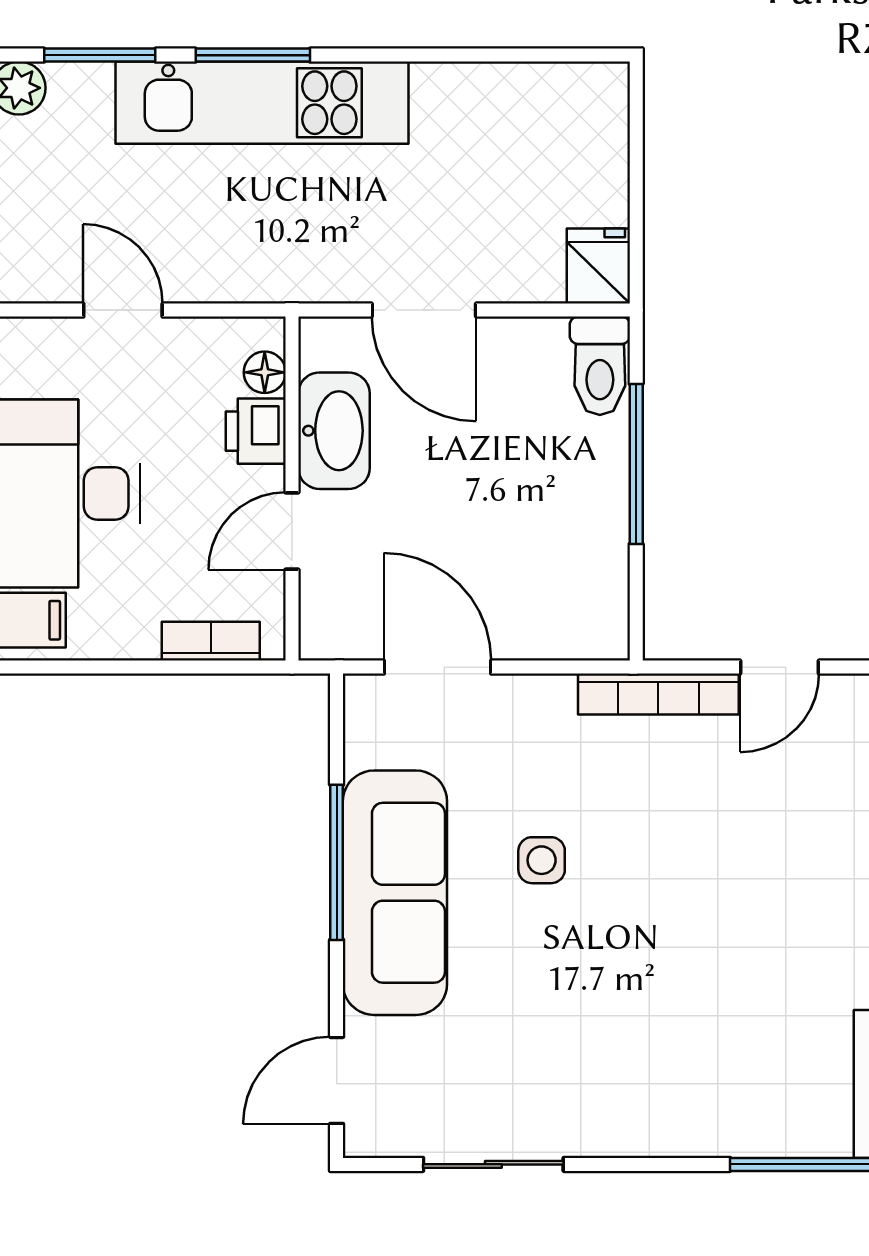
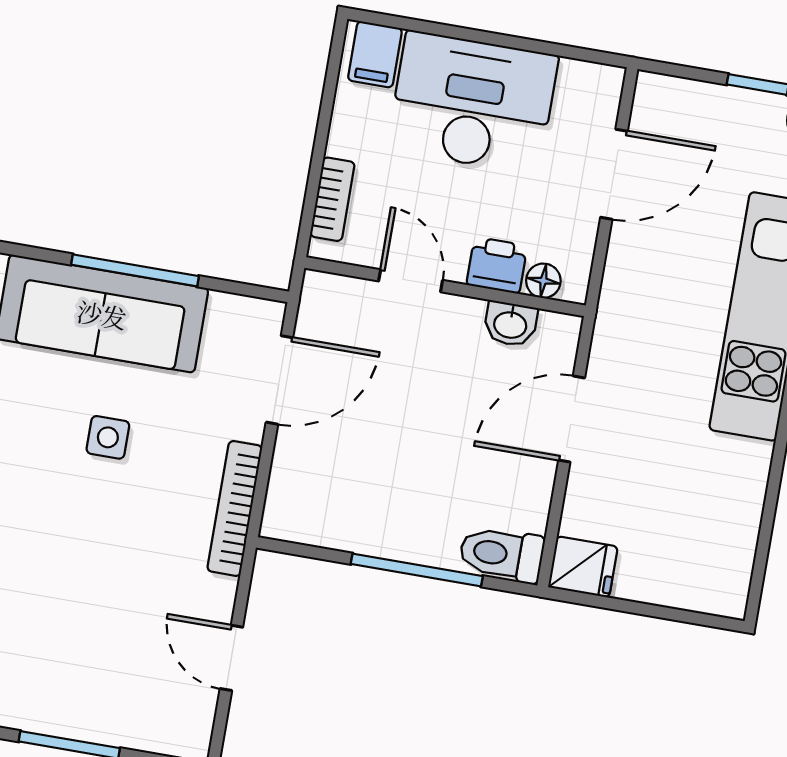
door: (123, 310) -> (614, 174), width x1.38
washbasin: (334, 431) -> (510, 324), width x0.52, depth x0.69
bookcase: (658, 694) -> (235, 508), moved

